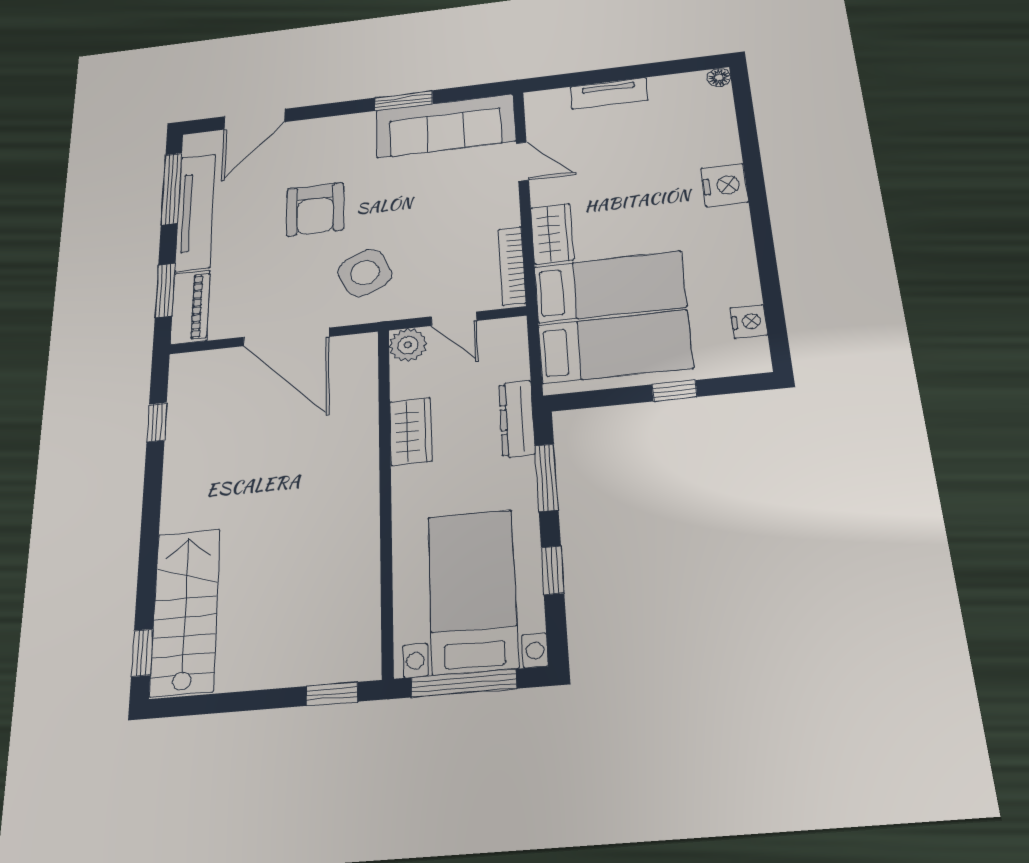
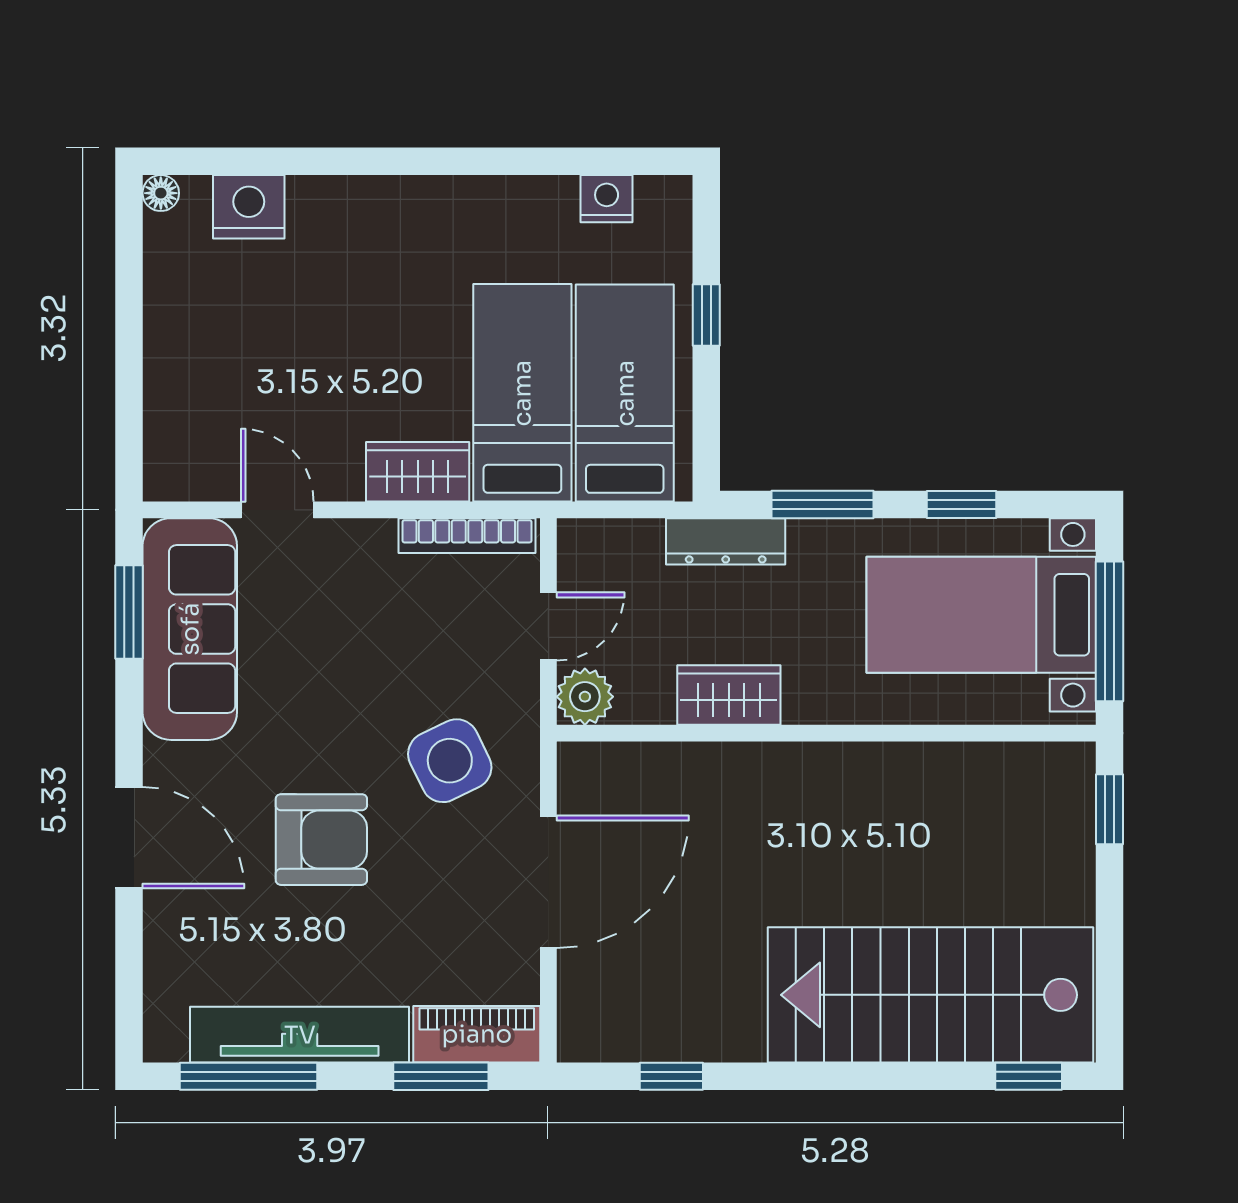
tv unit: (609, 93) -> (165, 366), removed
window: (404, 101) -> (129, 612), moved
door: (254, 119) -> (129, 838), moved
door: (522, 162) -> (277, 510), hinge flipped
nightstand: (725, 185) -> (249, 207), moved
stairs: (185, 611) -> (930, 995), width x1.36, depth x1.51

